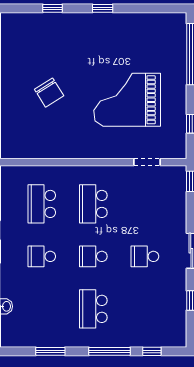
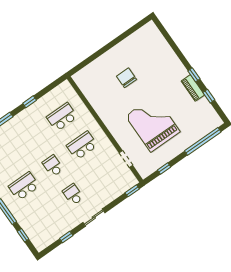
window: (53, 8) -> (209, 96), moved
piano: (118, 21) -> (193, 88), added
chair: (49, 93) -> (126, 78), turned 122
school desk: (42, 256) -> (33, 137), removed

